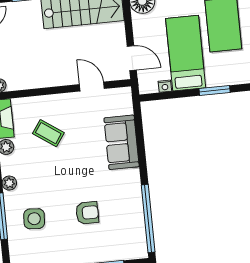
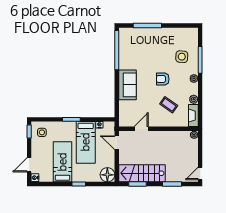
door: (92, 87) -> (141, 129), swing flipped
sofa: (122, 142) -> (127, 85), moved
armchair: (87, 213) -> (163, 79), moved

